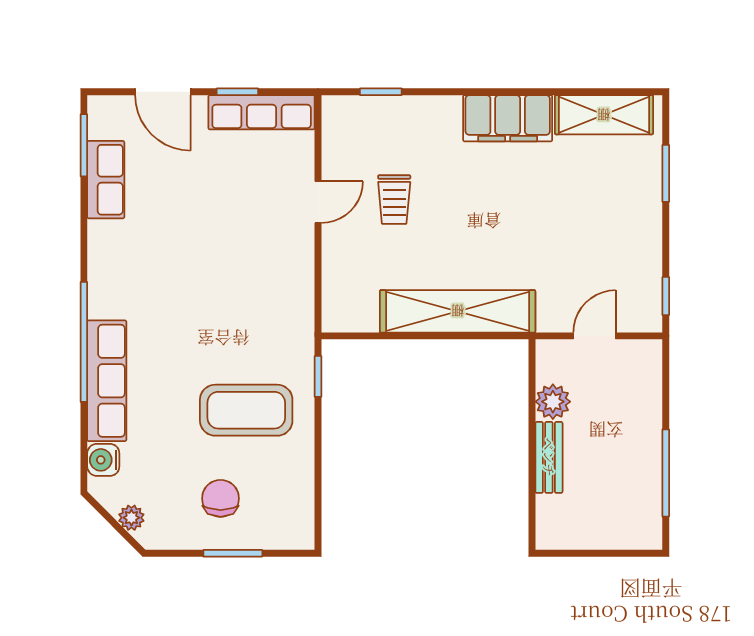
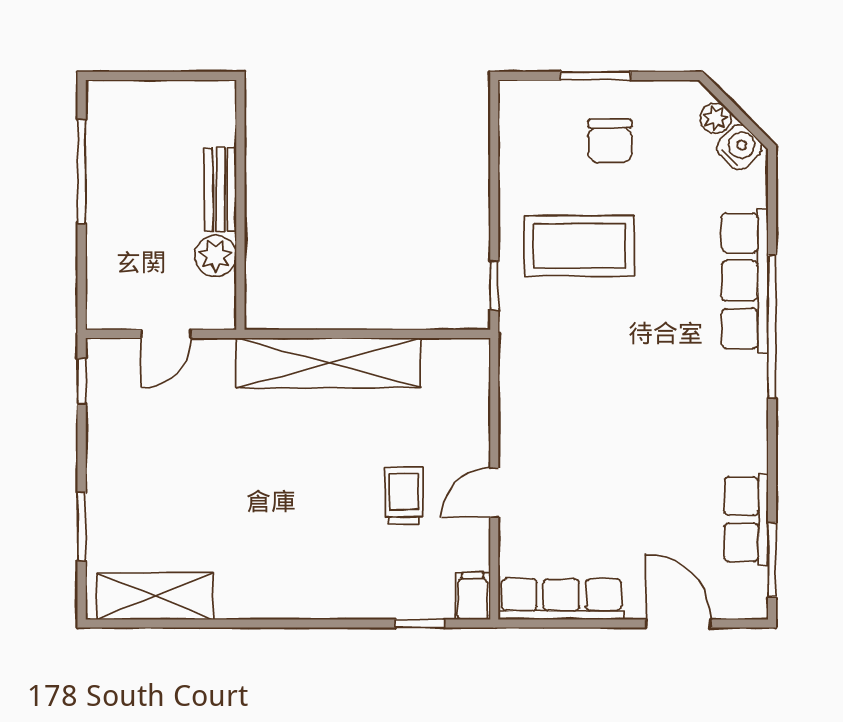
window: (237, 92) -> (590, 623), removed
filing cabinet: (508, 118) -> (473, 596), moved, width x0.33, depth x0.86
water cooler: (103, 460) -> (739, 147), moved, turned -45

